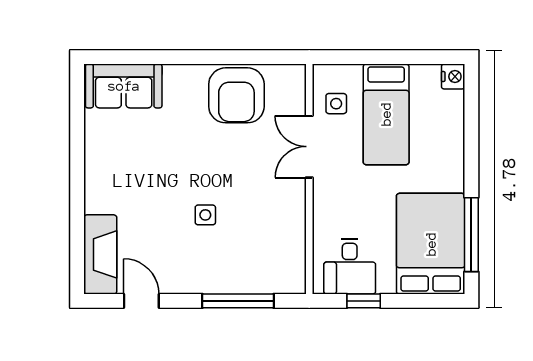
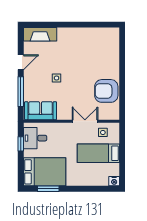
sofa: (124, 86) -> (41, 111), moved, turned 90
window: (471, 235) -> (48, 189), width x0.69
door: (141, 301) -> (21, 62), moved

